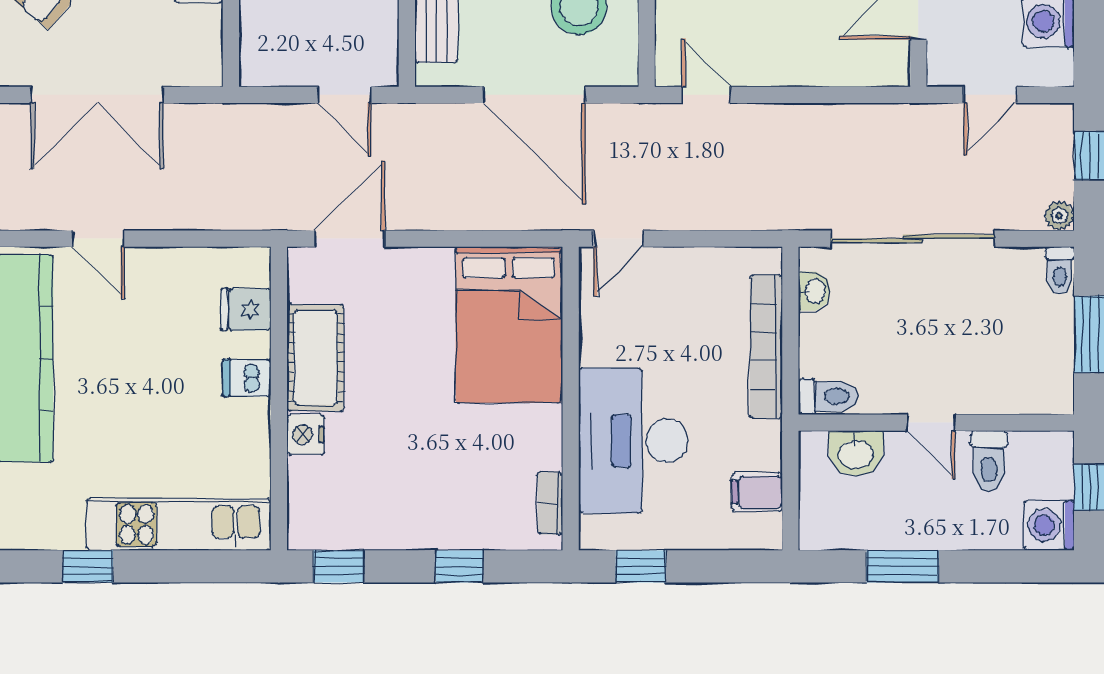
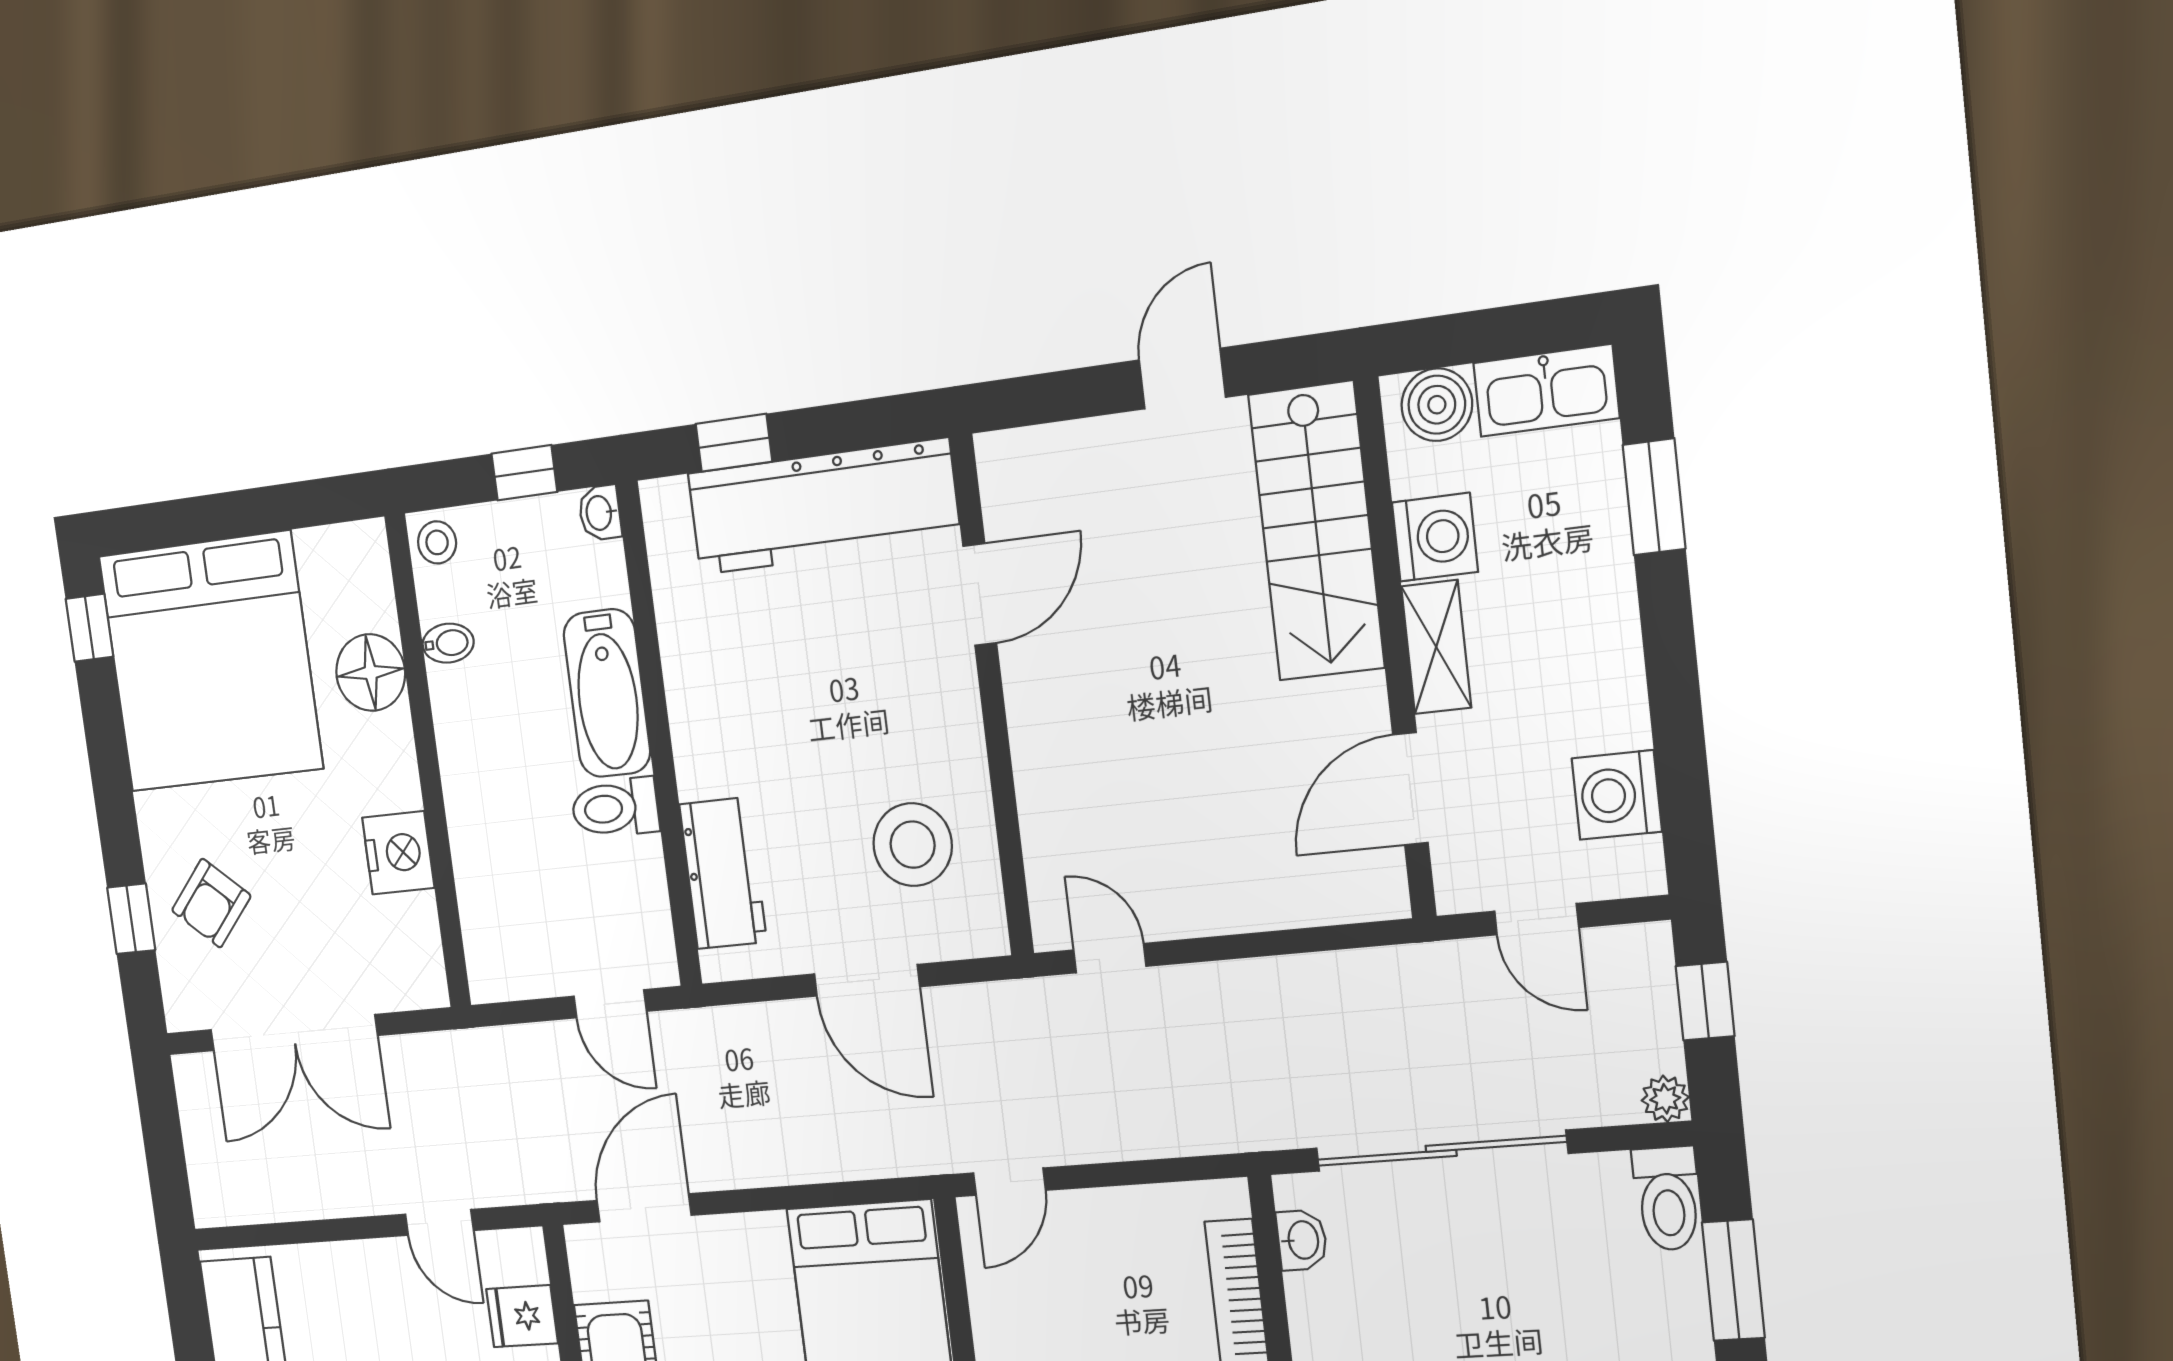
door: (535, 95) -> (867, 980), width x0.73
door: (990, 95) -> (1537, 919), hinge flipped
door: (98, 239) -> (439, 1222), moved
toilet: (1060, 270) -> (1667, 1199), width x1.37, depth x1.39

